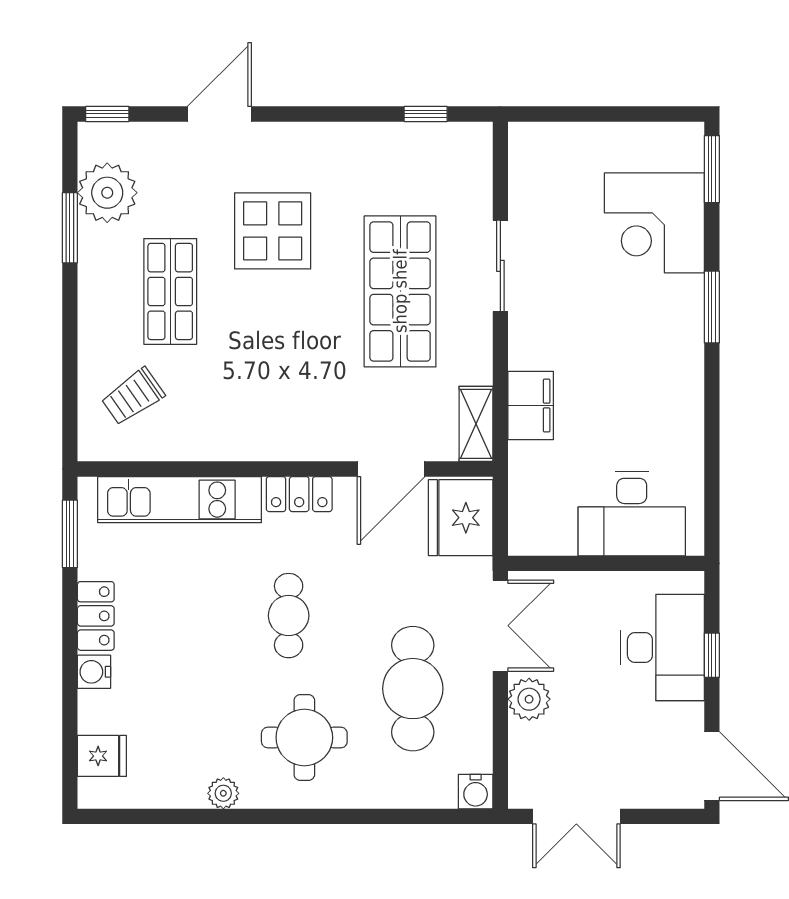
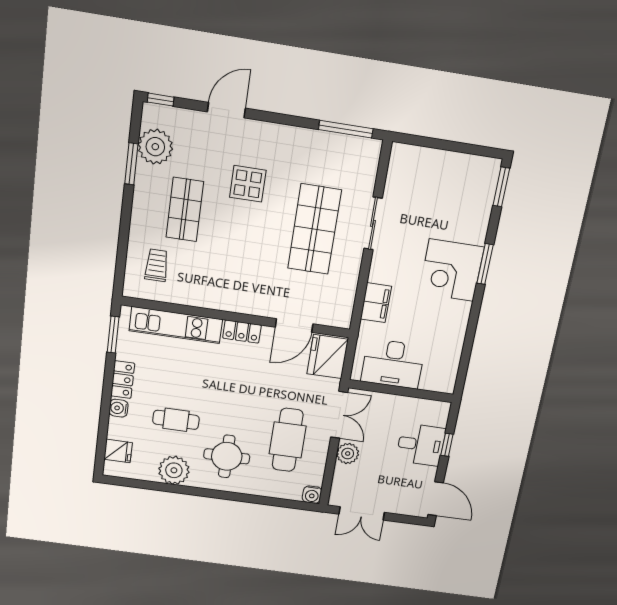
window: (426, 114) -> (346, 129), width x2.17
corner desk: (654, 223) -> (451, 270), moved
display table: (273, 231) -> (248, 184), width x0.73, depth x0.73
trolley: (133, 396) -> (157, 265), turned 125
shelving: (476, 424) -> (344, 308), removed
desk: (632, 514) -> (393, 364), moved
cafe table: (289, 616) -> (176, 420), moved, turned 90
desk: (663, 648) -> (421, 445), width x0.73
plant: (223, 793) -> (174, 470), width x1.87, depth x1.87

